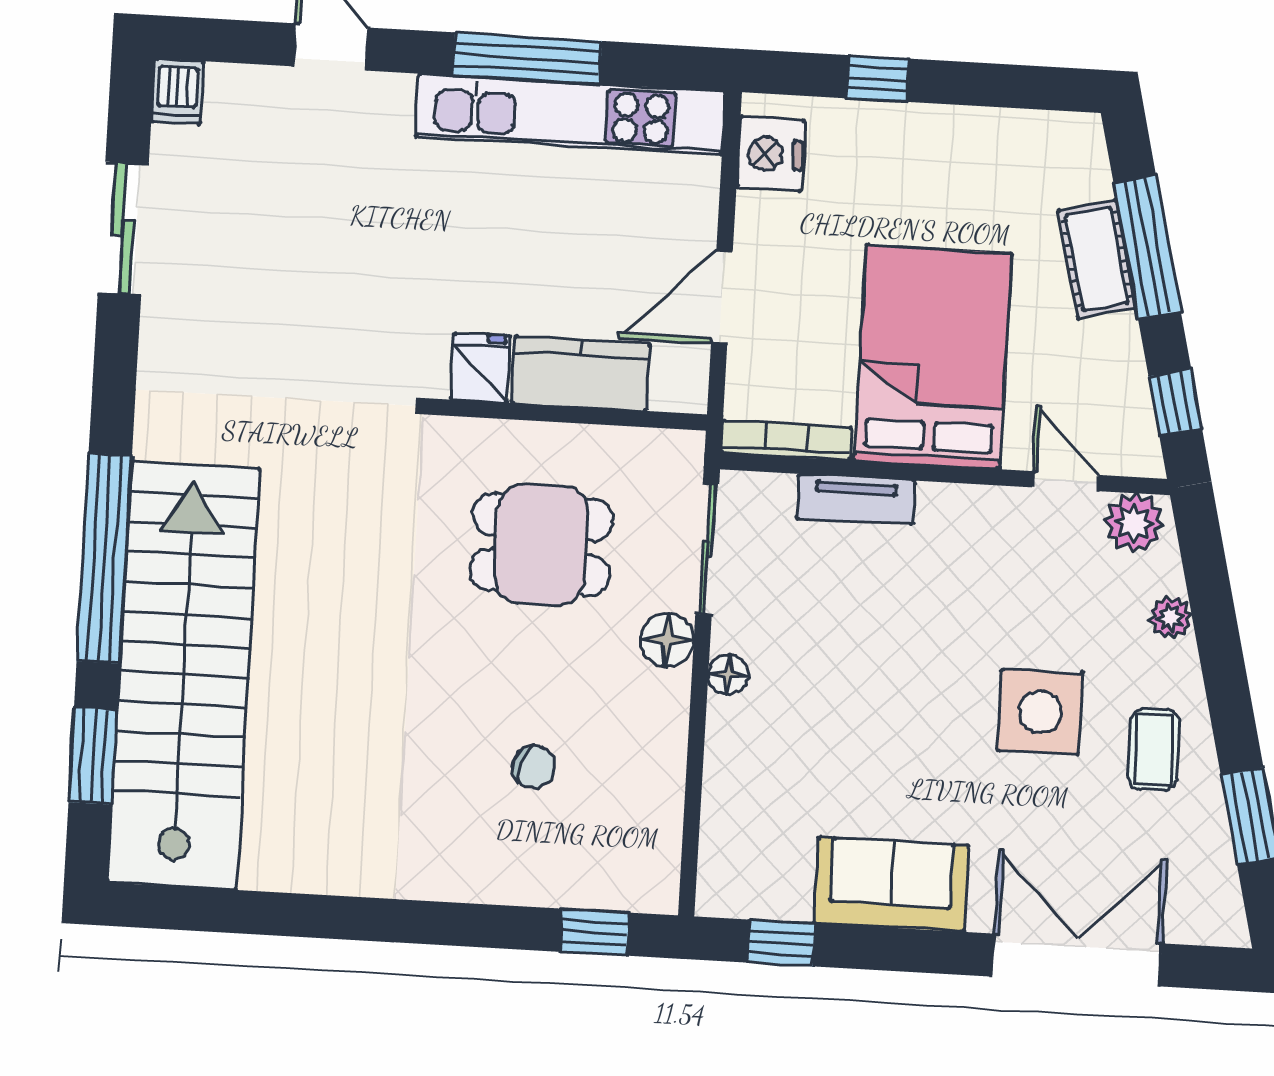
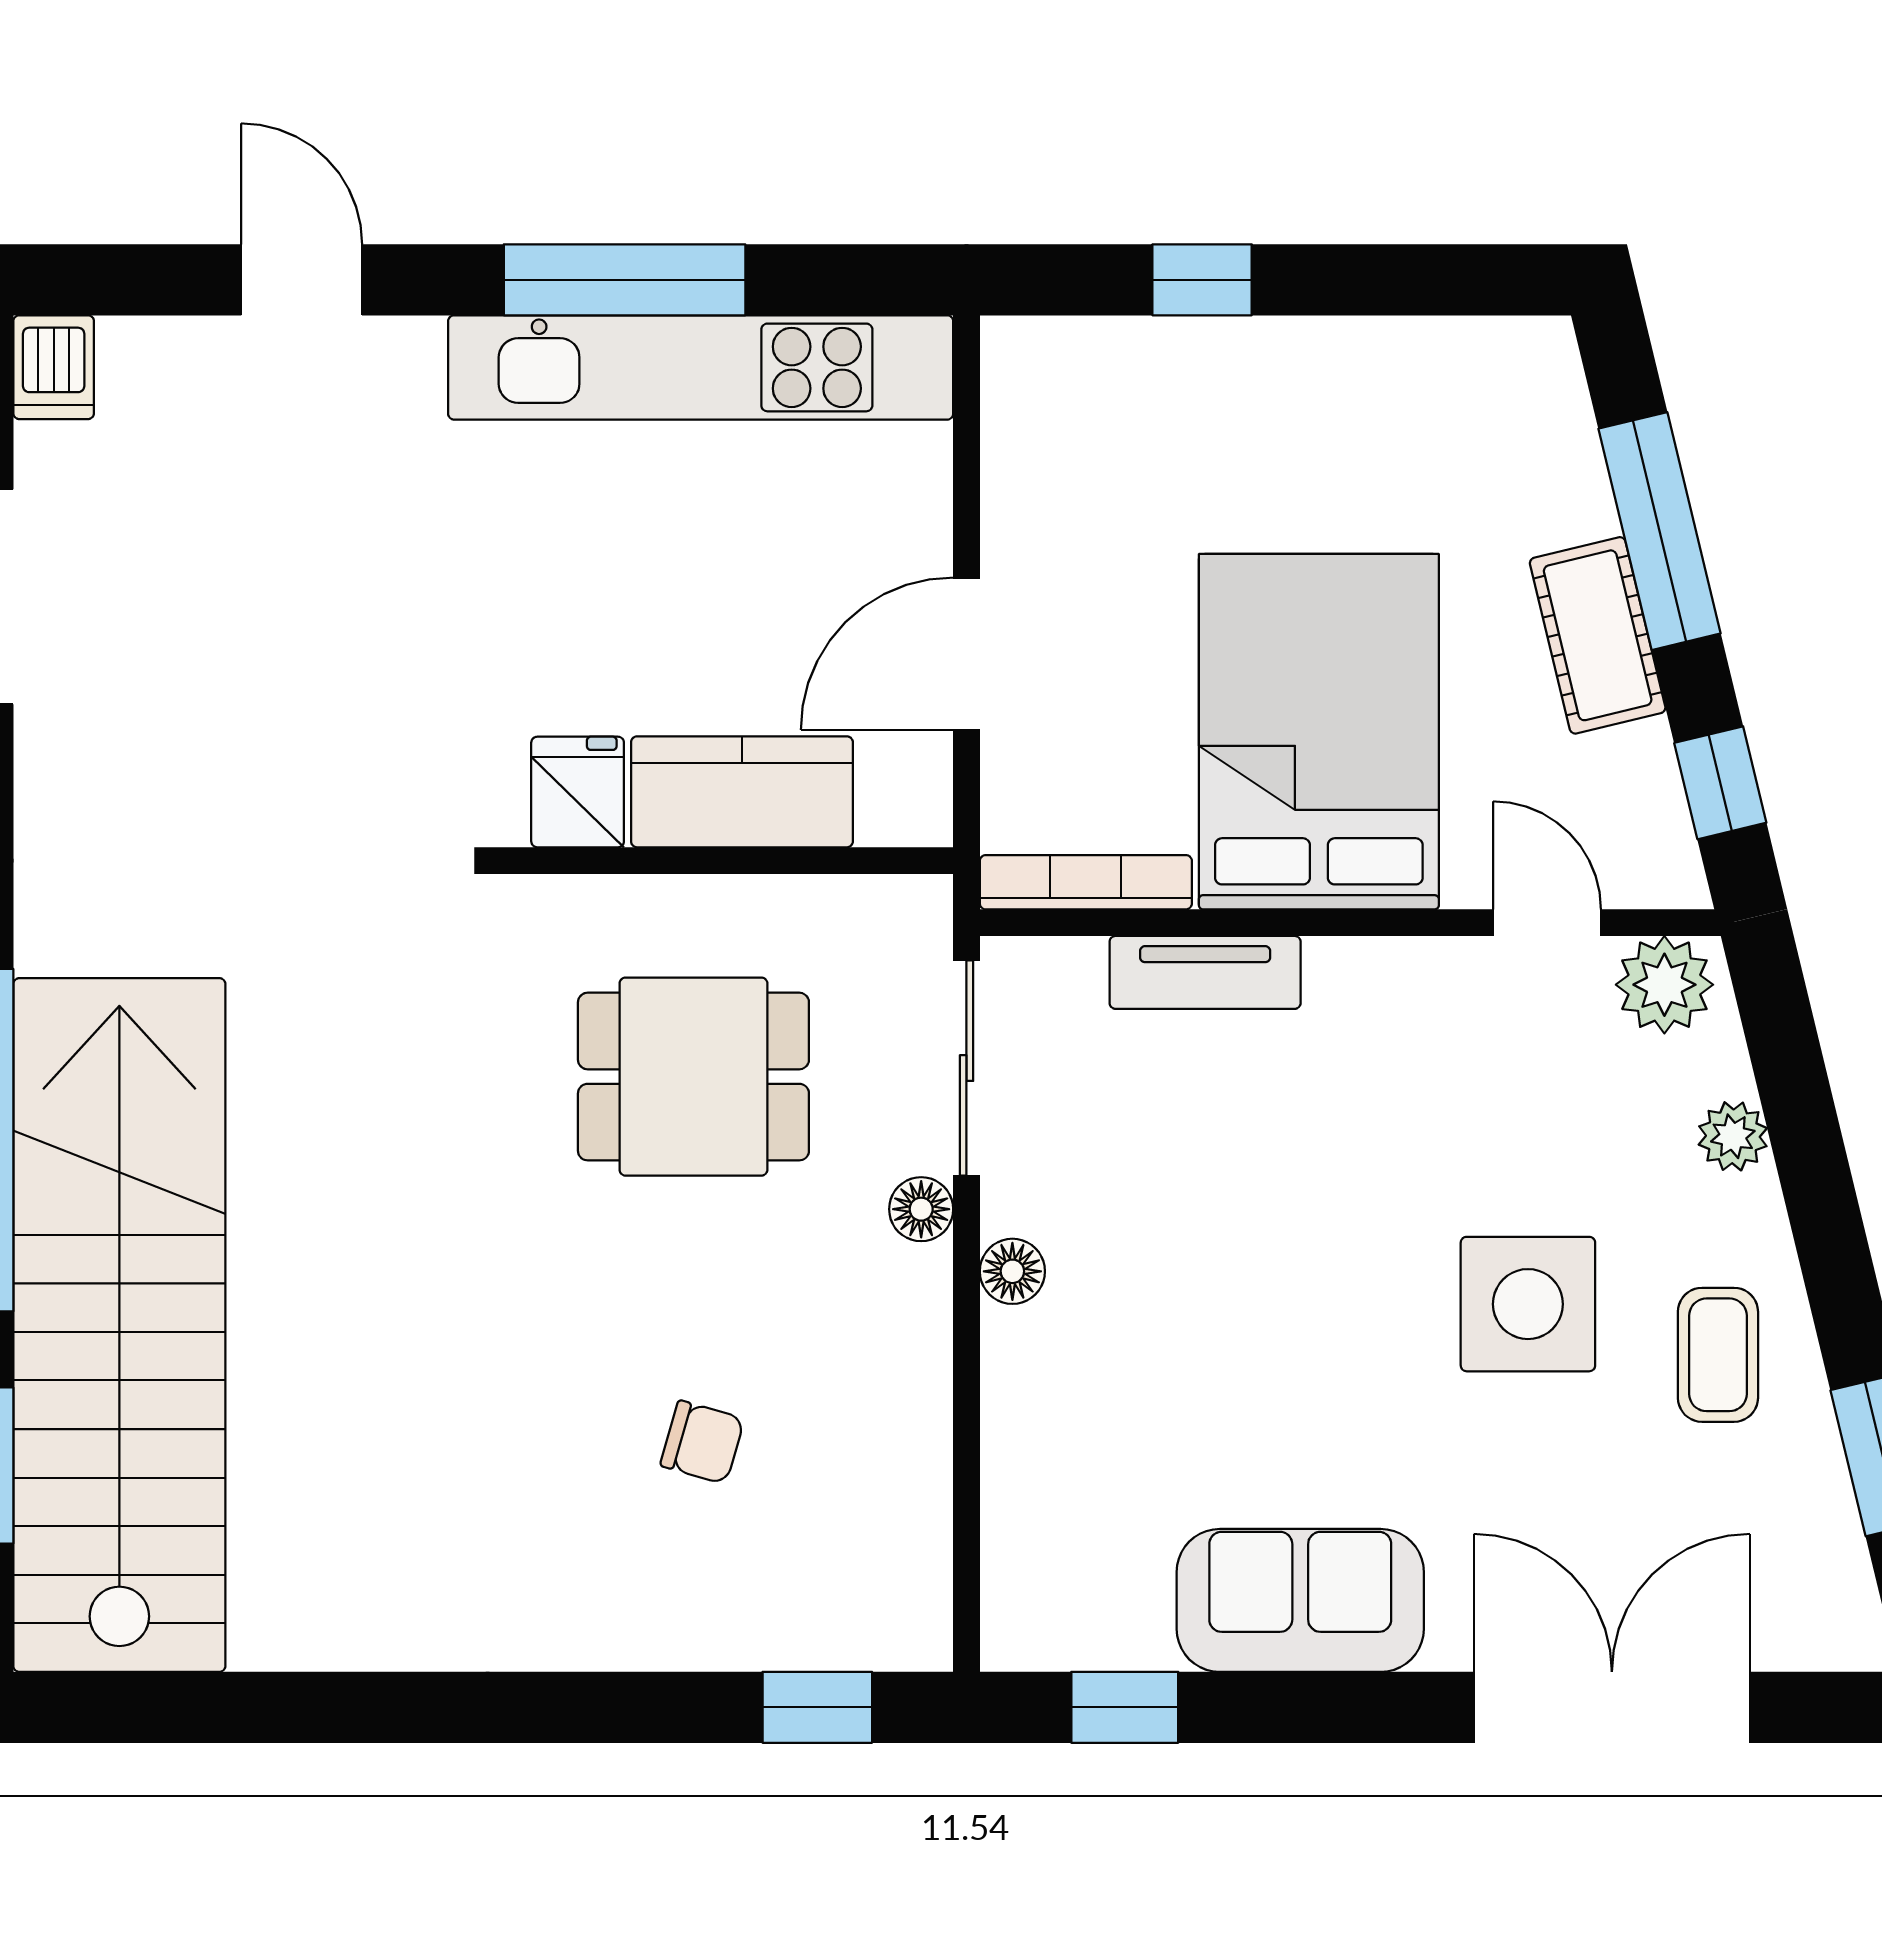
nightstand: (770, 154) -> (1033, 413), removed
cot: (1097, 259) -> (1598, 635), moved
floor lamp: (667, 640) -> (921, 1209), width x0.73, depth x0.73

